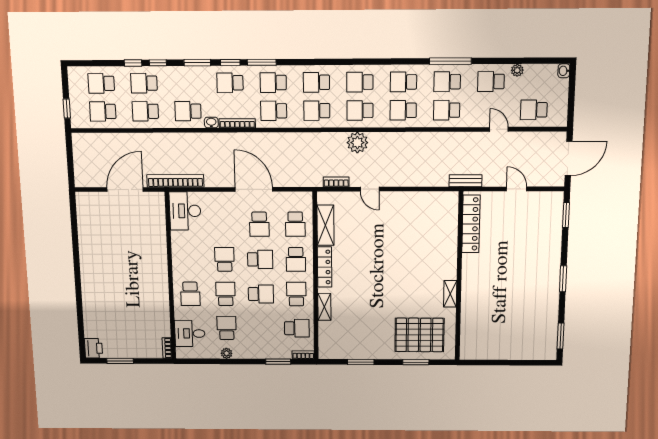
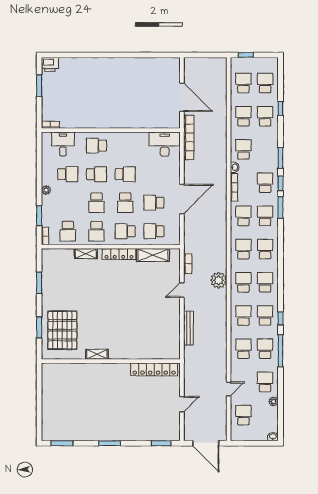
window: (158, 63) -> (280, 318), moved
bench: (466, 181) -> (188, 328), moved, width x1.36
school desk: (296, 294) -> (96, 231), turned 90
plant: (227, 353) -> (46, 190), moved

